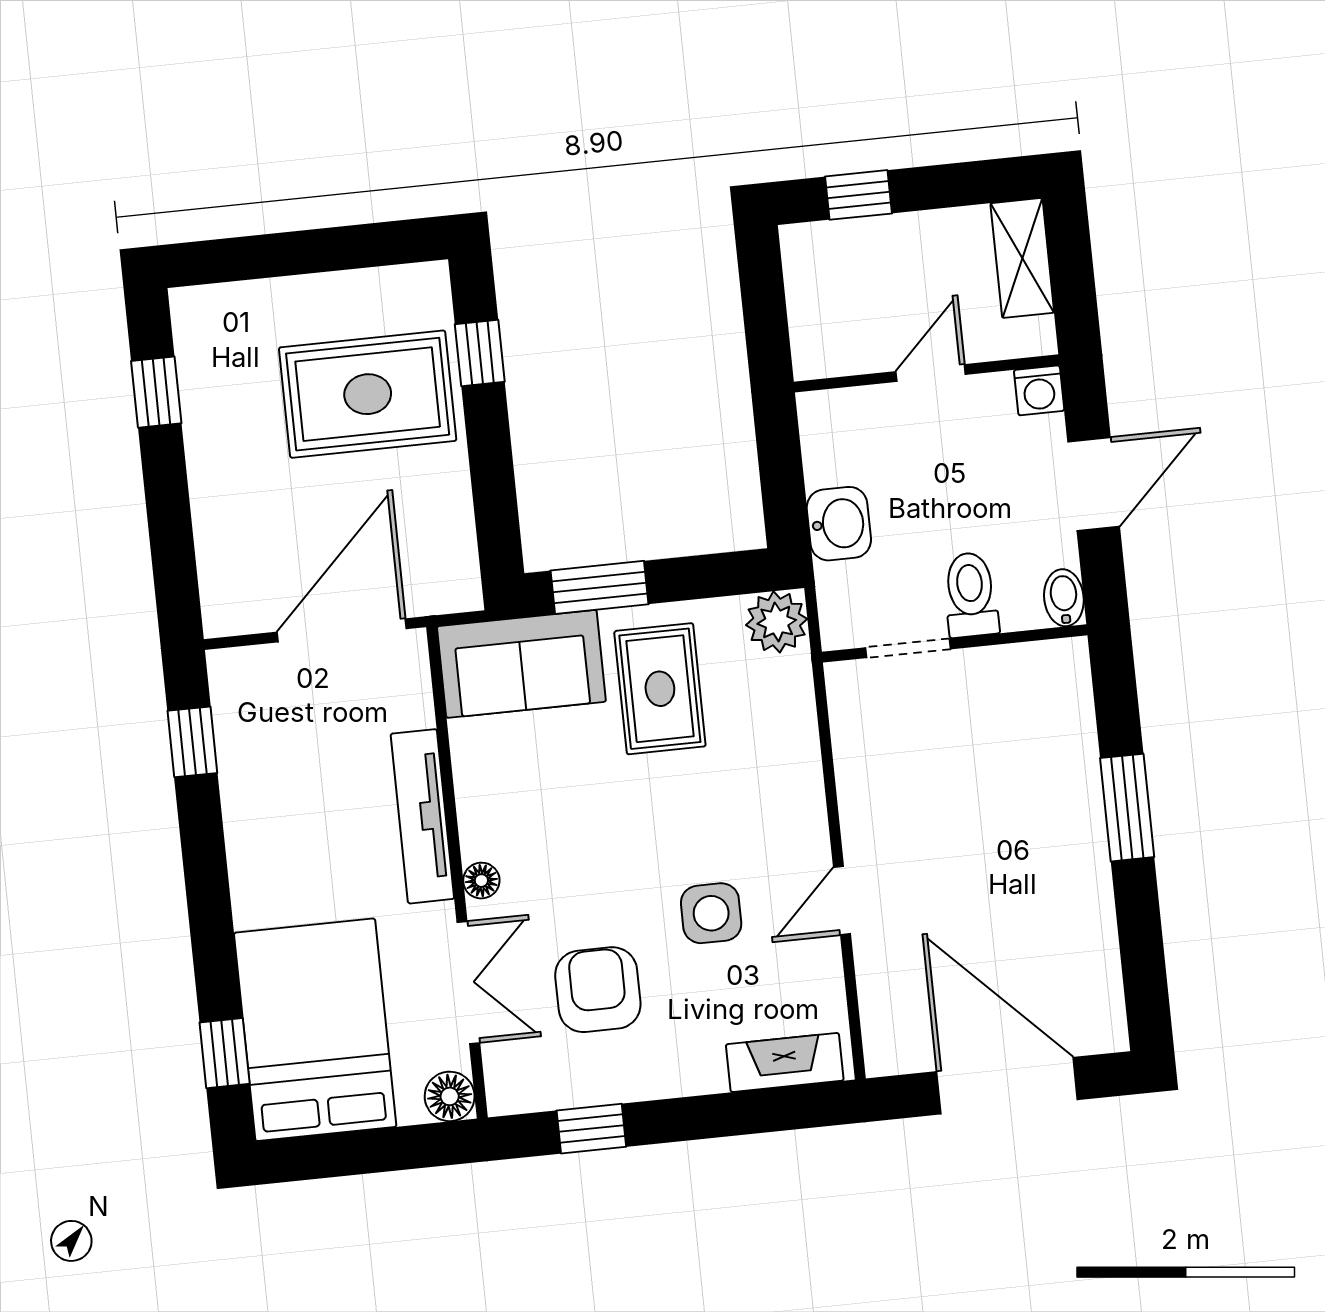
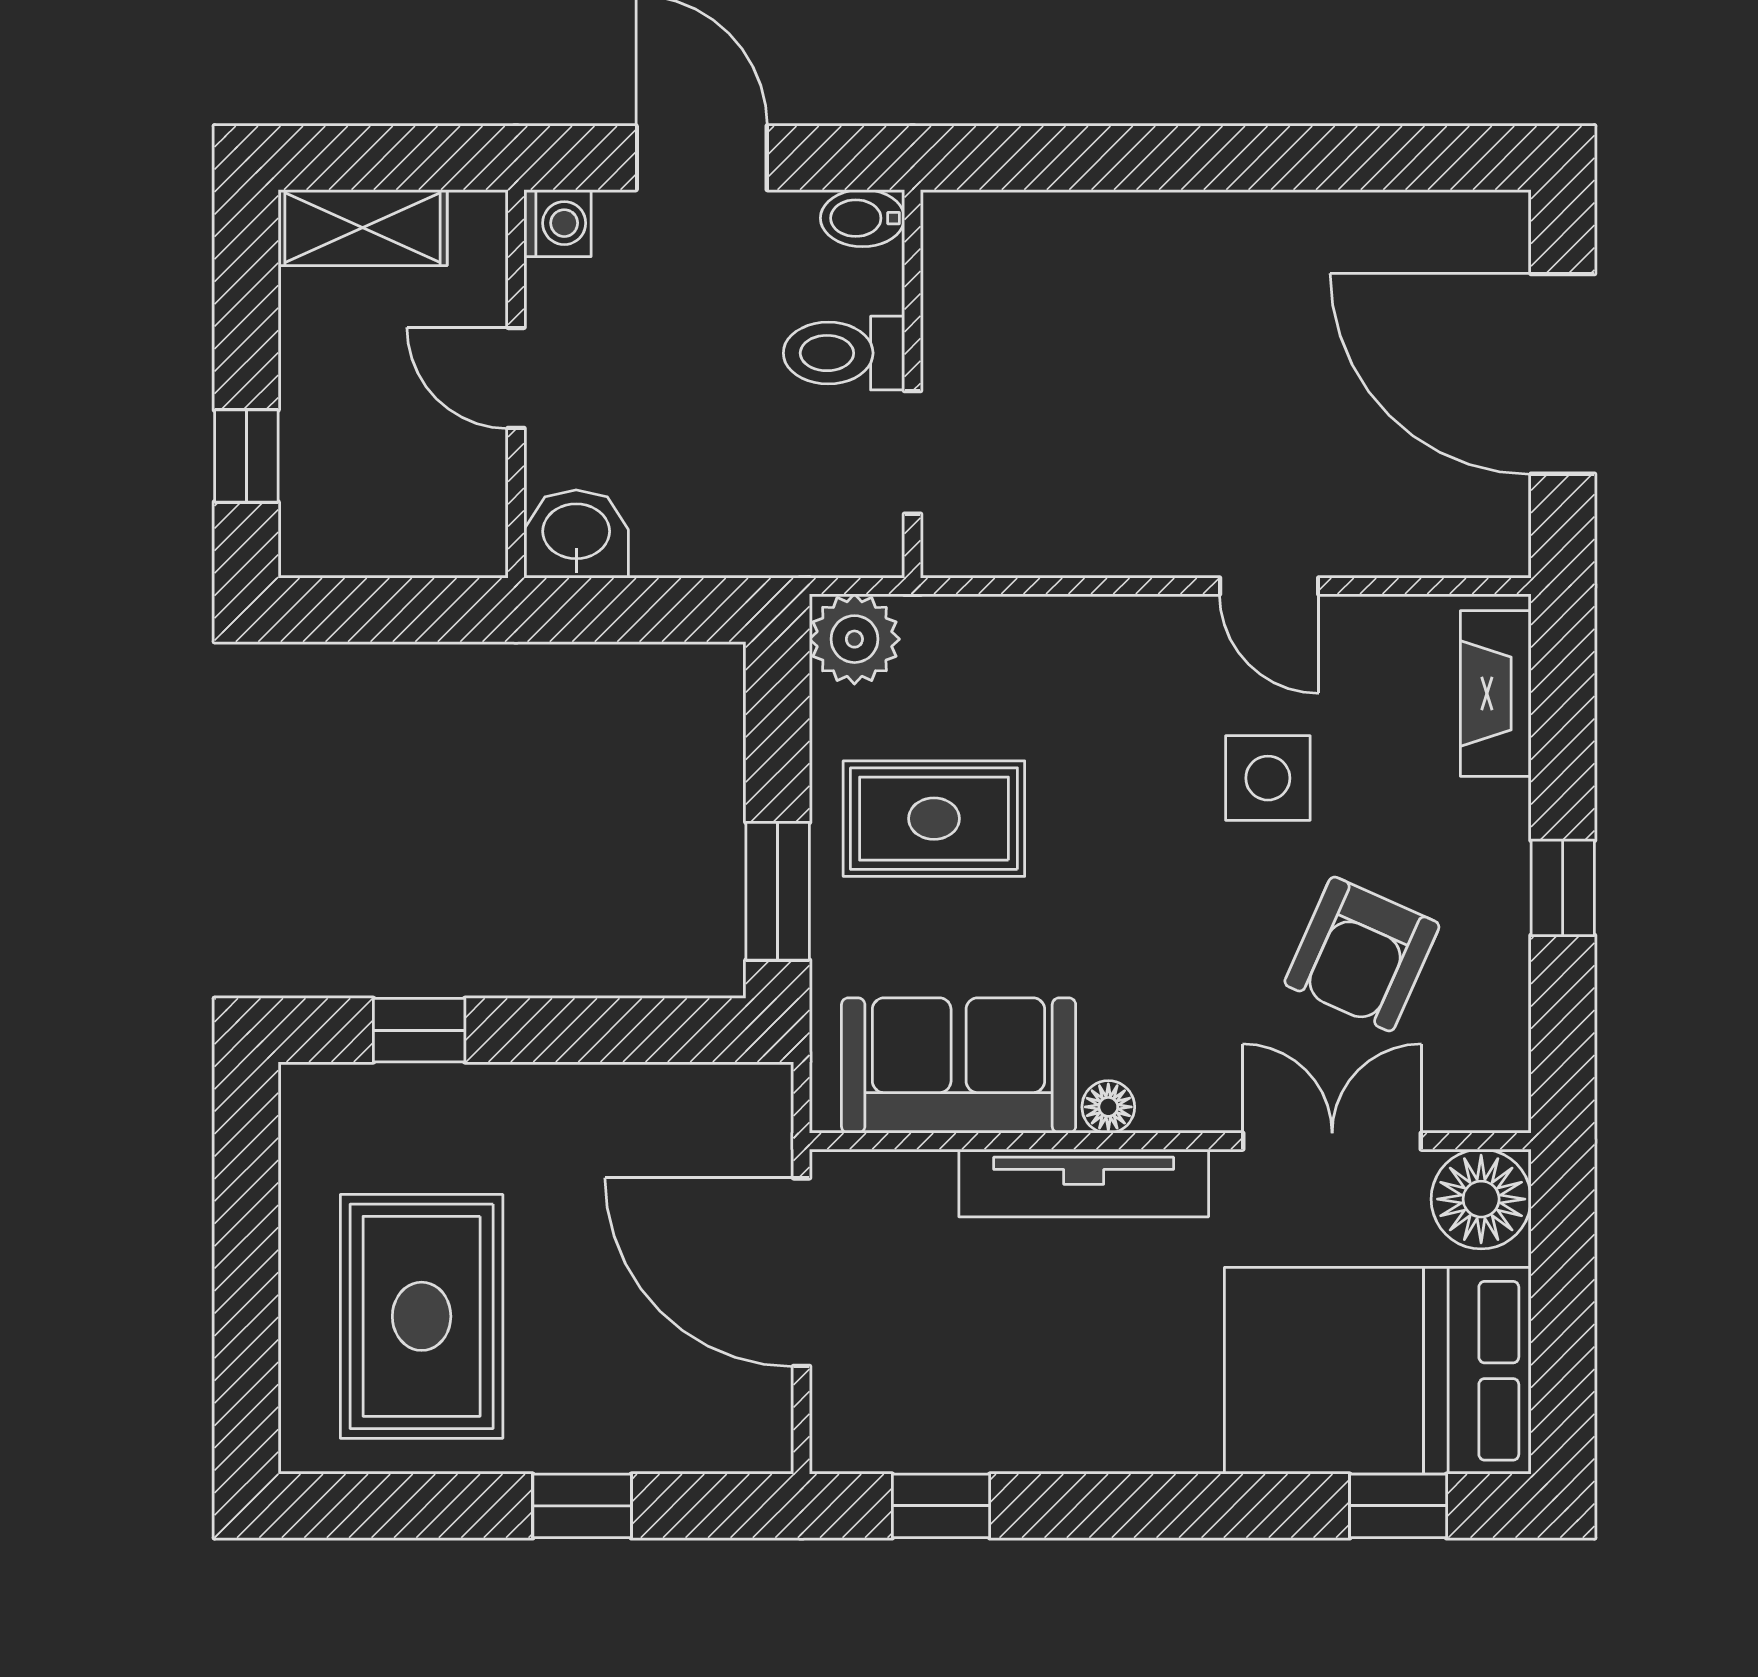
window: (156, 392) -> (582, 1506), moved
rug: (368, 394) -> (422, 1316), moved
washbasin: (839, 524) -> (576, 534), moved
sofa: (521, 664) -> (959, 1066), moved, turned -90
window: (1127, 808) -> (1177, 158), removed
floor lamp: (481, 881) -> (1108, 1107), moved
armchair: (598, 990) -> (1362, 954), turned -66
door: (1007, 1086) -> (1563, 374), hinge flipped
floor lamp: (450, 1096) -> (1481, 1199), width x1.38, depth x1.38
window: (591, 1129) -> (1563, 888), moved

